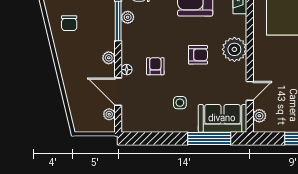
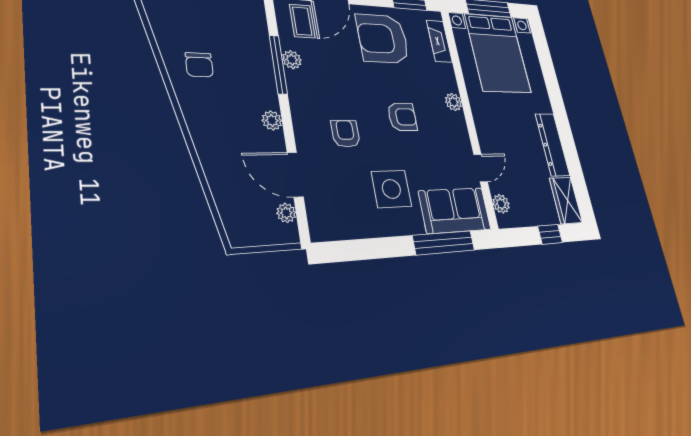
plant: (234, 49) -> (453, 102), width x0.53, depth x0.53
floor lamp: (127, 70) -> (303, 139), removed
side table: (180, 103) -> (391, 189), width x1.87, depth x1.87

